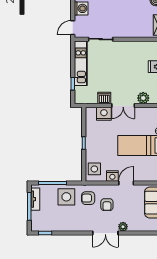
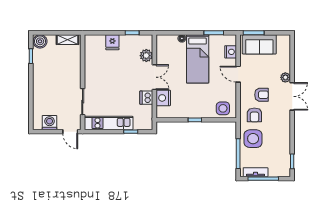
nightstand: (112, 176) -> (231, 52), moved

